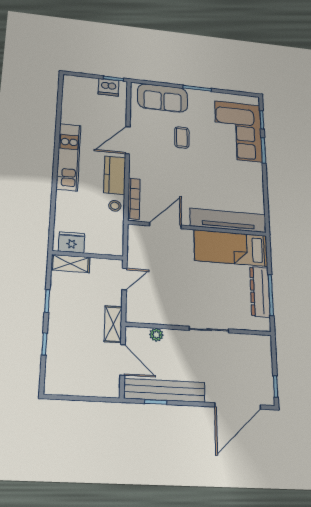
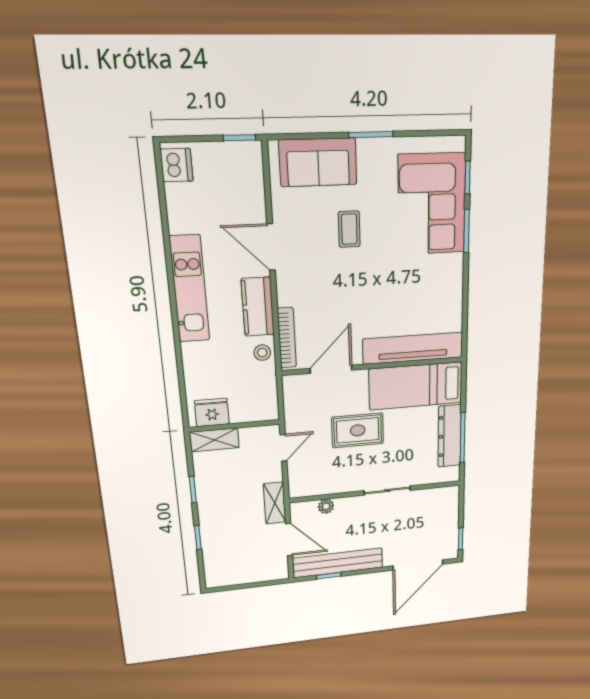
dishwasher: (108, 87) -> (177, 165), moved, turned -90
door: (128, 140) -> (271, 247), hinge flipped
rug: (185, 275) -> (358, 430), added

